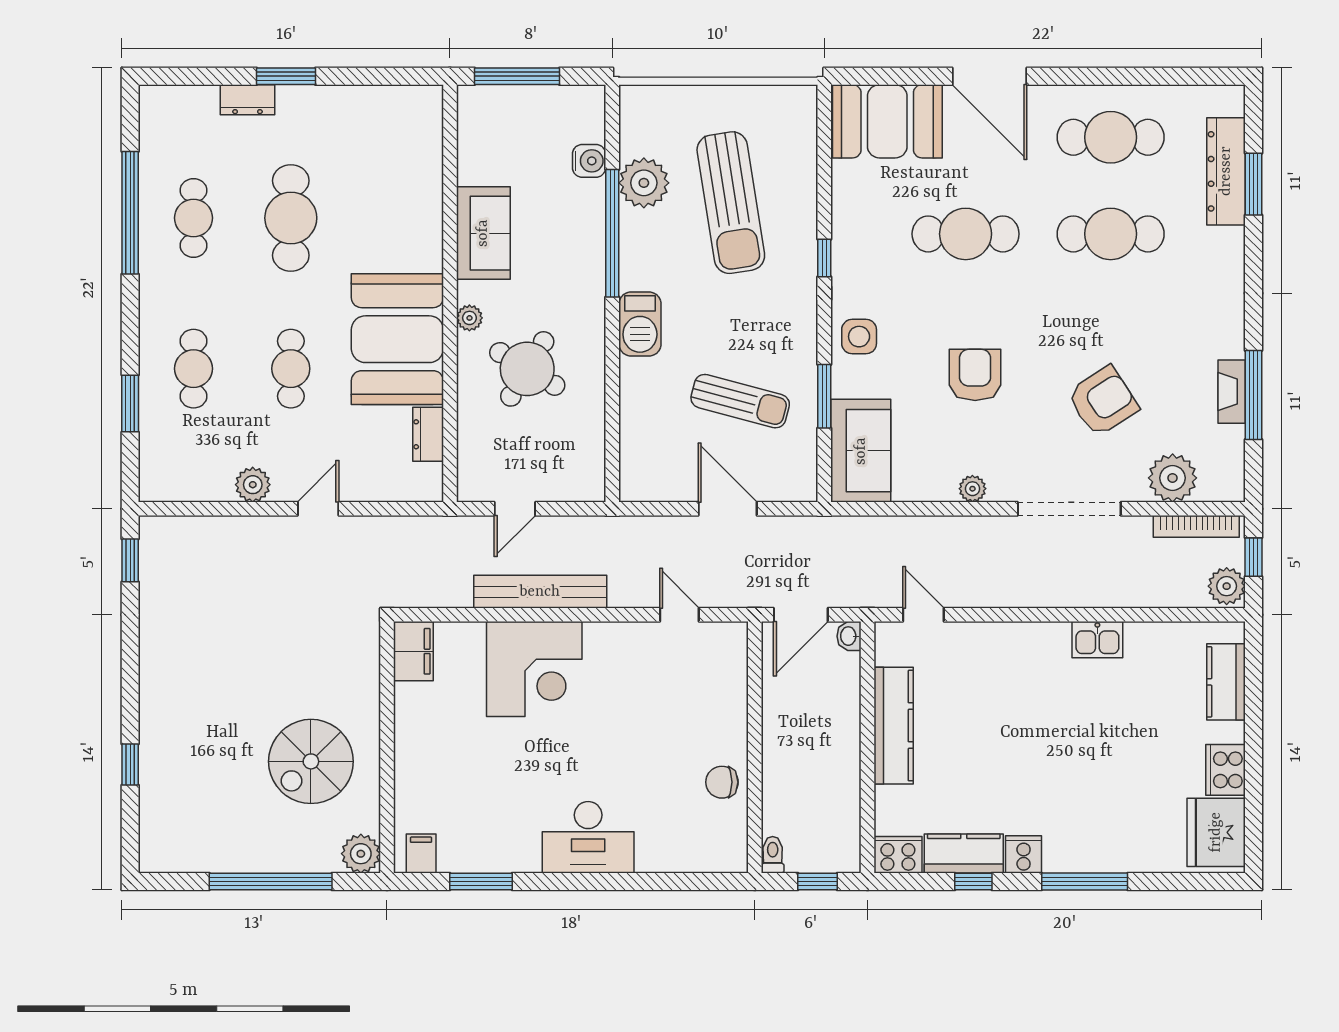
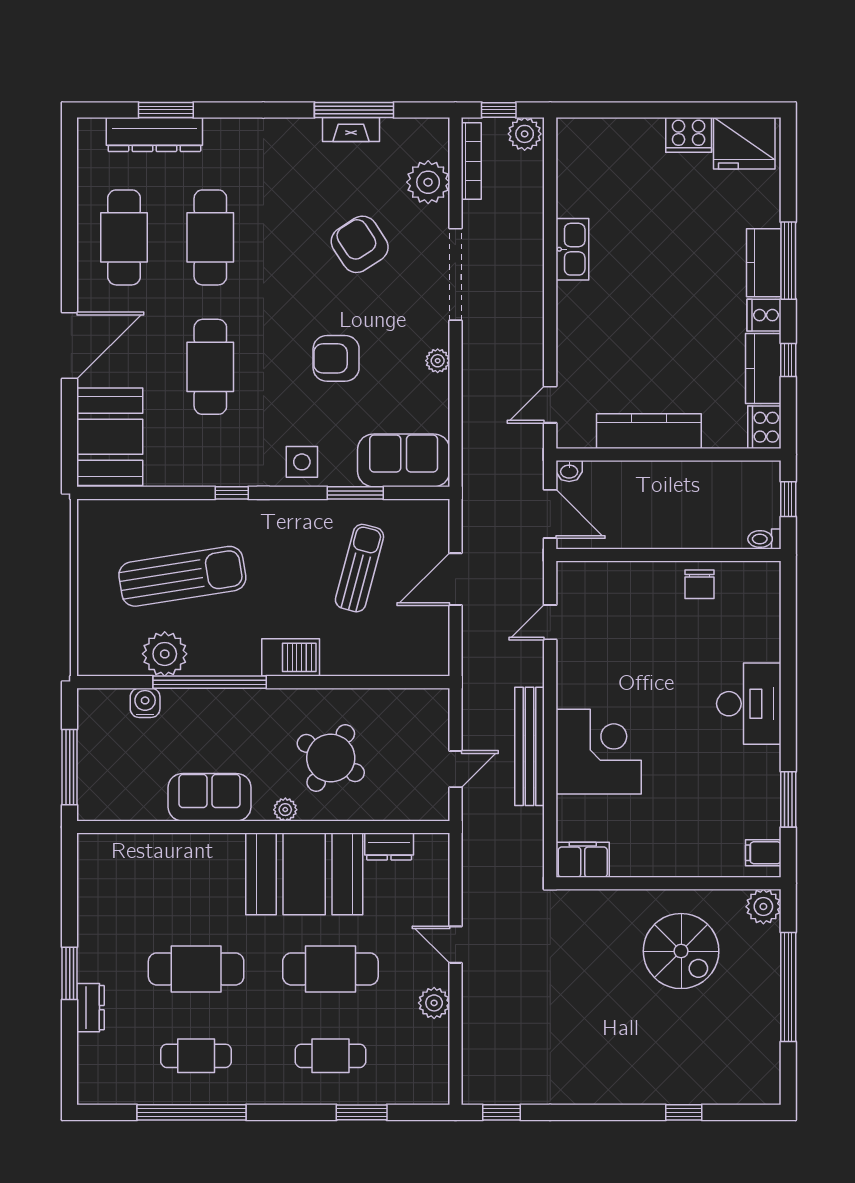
cafe table: (291, 369) -> (330, 969), width x1.37, depth x1.35
door: (515, 509) -> (455, 769), hinge flipped
kitchen sink: (1097, 640) -> (572, 249), width x1.38
kitchen counter: (1226, 682) -> (764, 263), moved, turned 90

